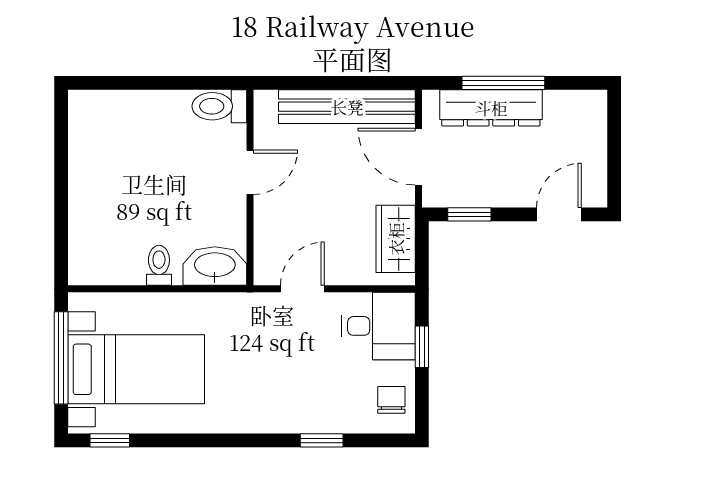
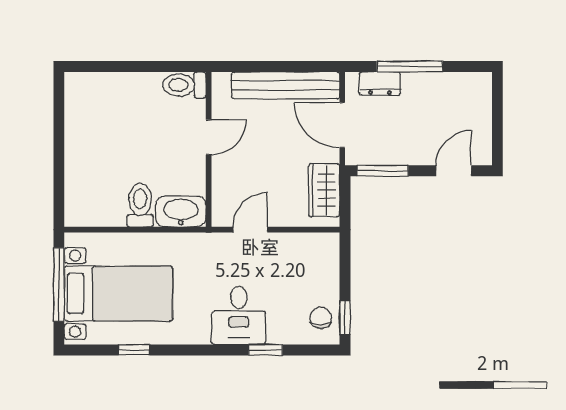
dresser: (491, 108) -> (380, 84), width x0.51, depth x0.80
window: (469, 214) -> (383, 171), width x1.50
toilet: (159, 265) -> (140, 205), width x1.37, depth x1.39
desk: (378, 326) -> (239, 316), moved, turned 90
window: (422, 347) -> (345, 318), moved
window: (110, 440) -> (134, 350), moved

